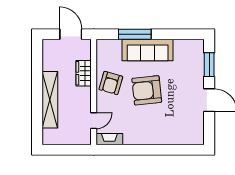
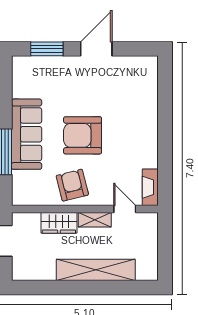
armchair: (111, 83) -> (72, 185), turned -120
armchair: (147, 90) -> (83, 135), turned 96
shelving: (86, 99) -> (95, 220), added

